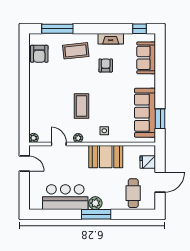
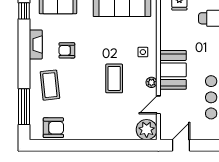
coffee table: (82, 106) -> (114, 78), turned 90
plant: (33, 138) -> (147, 130), width x1.87, depth x1.87
booth: (106, 157) -> (173, 70), moved

